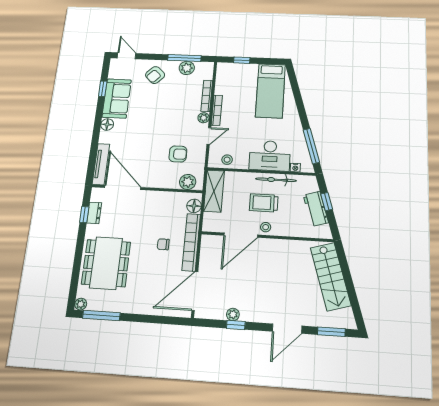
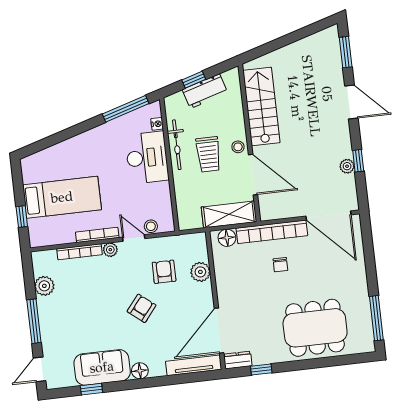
window: (184, 58) -> (34, 321), moved
armchair: (155, 75) -> (142, 308), moved, turned -95
bed: (270, 91) -> (62, 197), moved
stool: (227, 160) -> (151, 226), moved
plant: (188, 182) -> (200, 272), moved
shelving: (214, 191) -> (229, 214), moved
dresser: (94, 213) -> (238, 360), moved
stairs: (331, 276) -> (261, 106), moved, turned -73
plant: (81, 304) -> (368, 346), removed

